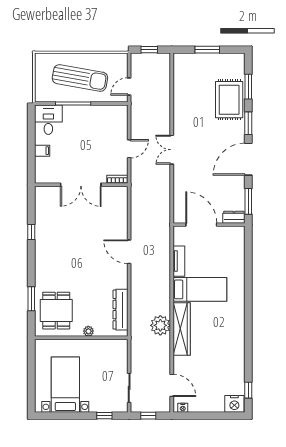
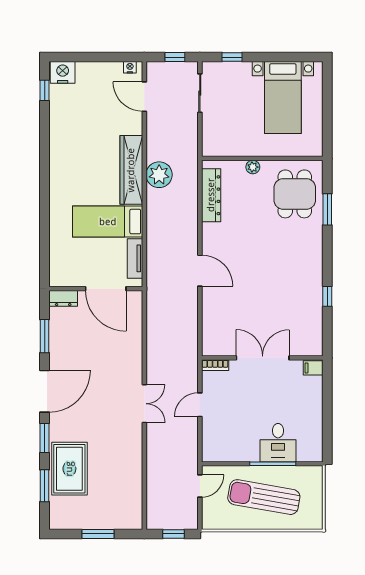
desk: (48, 120) -> (278, 443), moved
filing cabinet: (42, 151) -> (313, 368), moved
dresser: (234, 217) -> (63, 298), moved
door: (201, 225) -> (106, 289), moved
wall: (209, 225) -> (96, 289), moved

